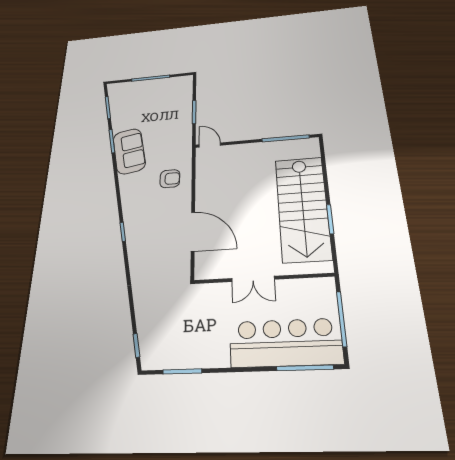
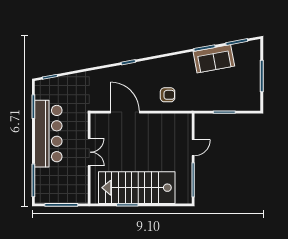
door: (210, 145) -> (193, 148), moved
sofa: (129, 151) -> (214, 59), moved
armchair: (170, 179) -> (168, 95), turned -90
door: (193, 232) -> (125, 112), swing flipped
double door: (253, 279) -> (89, 152), swing flipped
bar counter: (285, 343) -> (48, 134), moved

